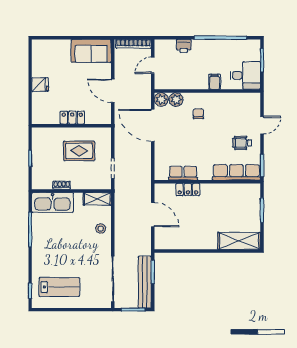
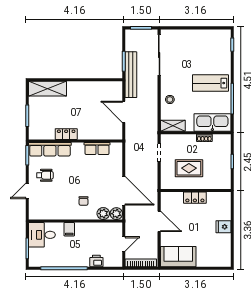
locker: (188, 190) -> (66, 134), moved
bench: (145, 282) -> (131, 75), moved
lab bench: (59, 287) -> (210, 83), moved

